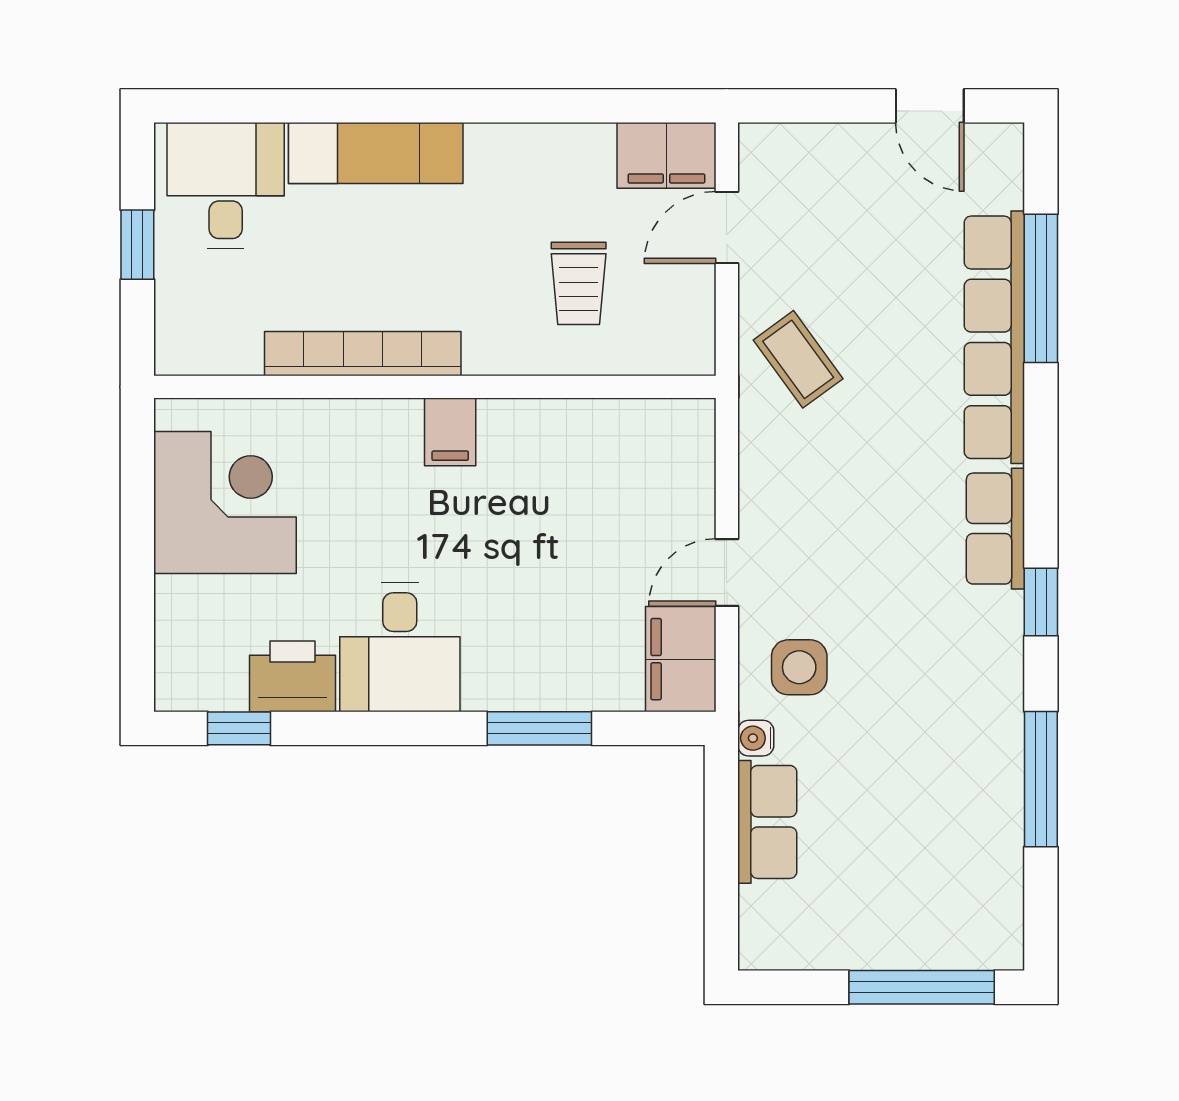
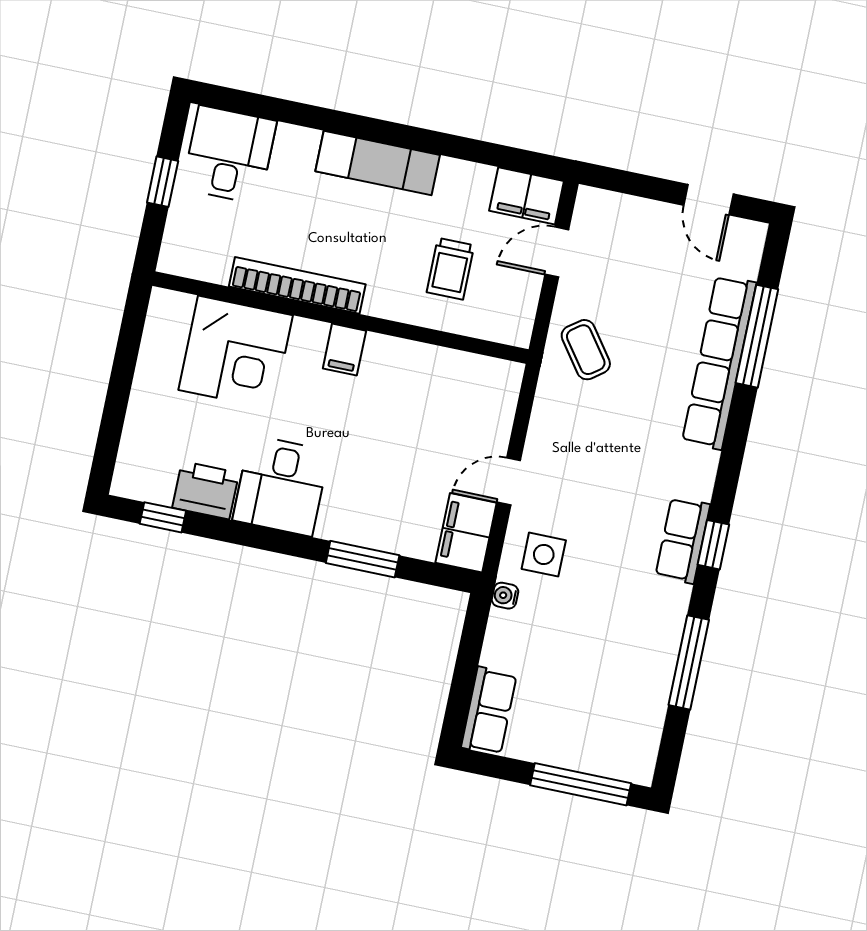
exam couch: (376, 153) -> (378, 163), moved
corner desk: (225, 503) -> (236, 353), moved, turned 90
row of seats: (995, 529) -> (683, 540), moved
row of seats: (767, 822) -> (489, 711), moved

